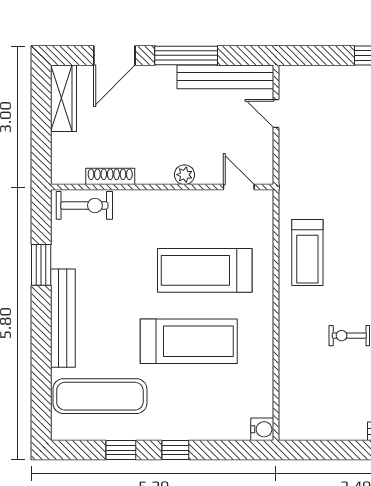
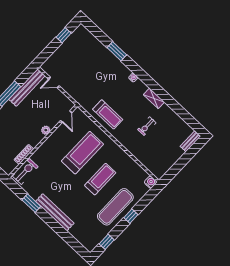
door: (239, 187) -> (66, 117), swing flipped
treadmill: (205, 270) -> (82, 153), turned 180
treadmill: (189, 341) -> (100, 179), width x0.73, depth x0.73
exercise mat: (100, 396) -> (115, 207), moved
window: (121, 450) -> (107, 242), moved

